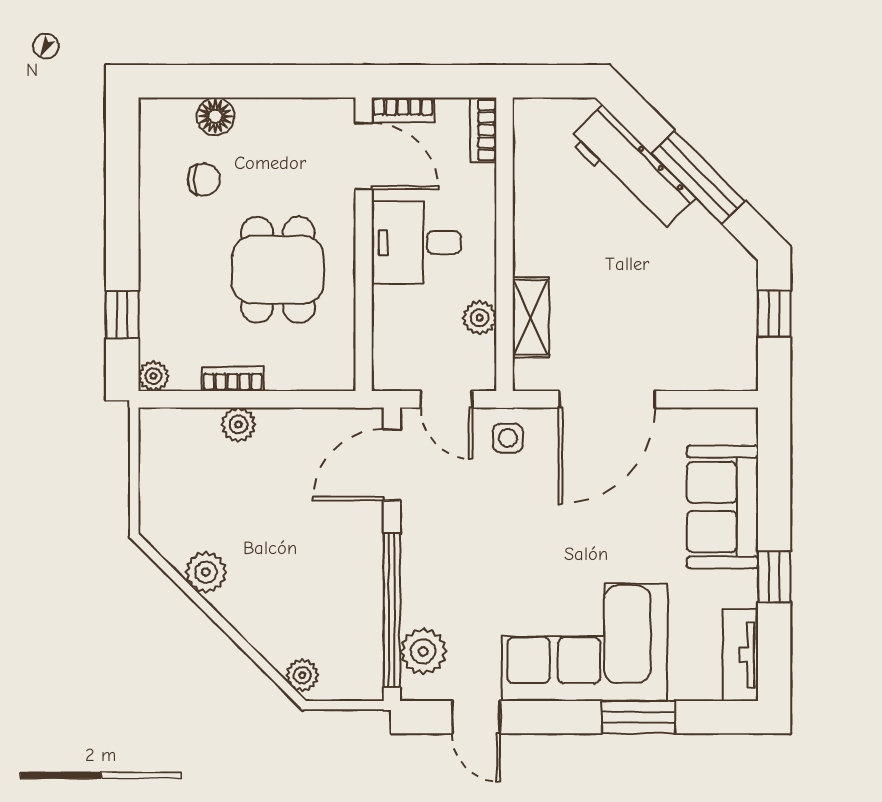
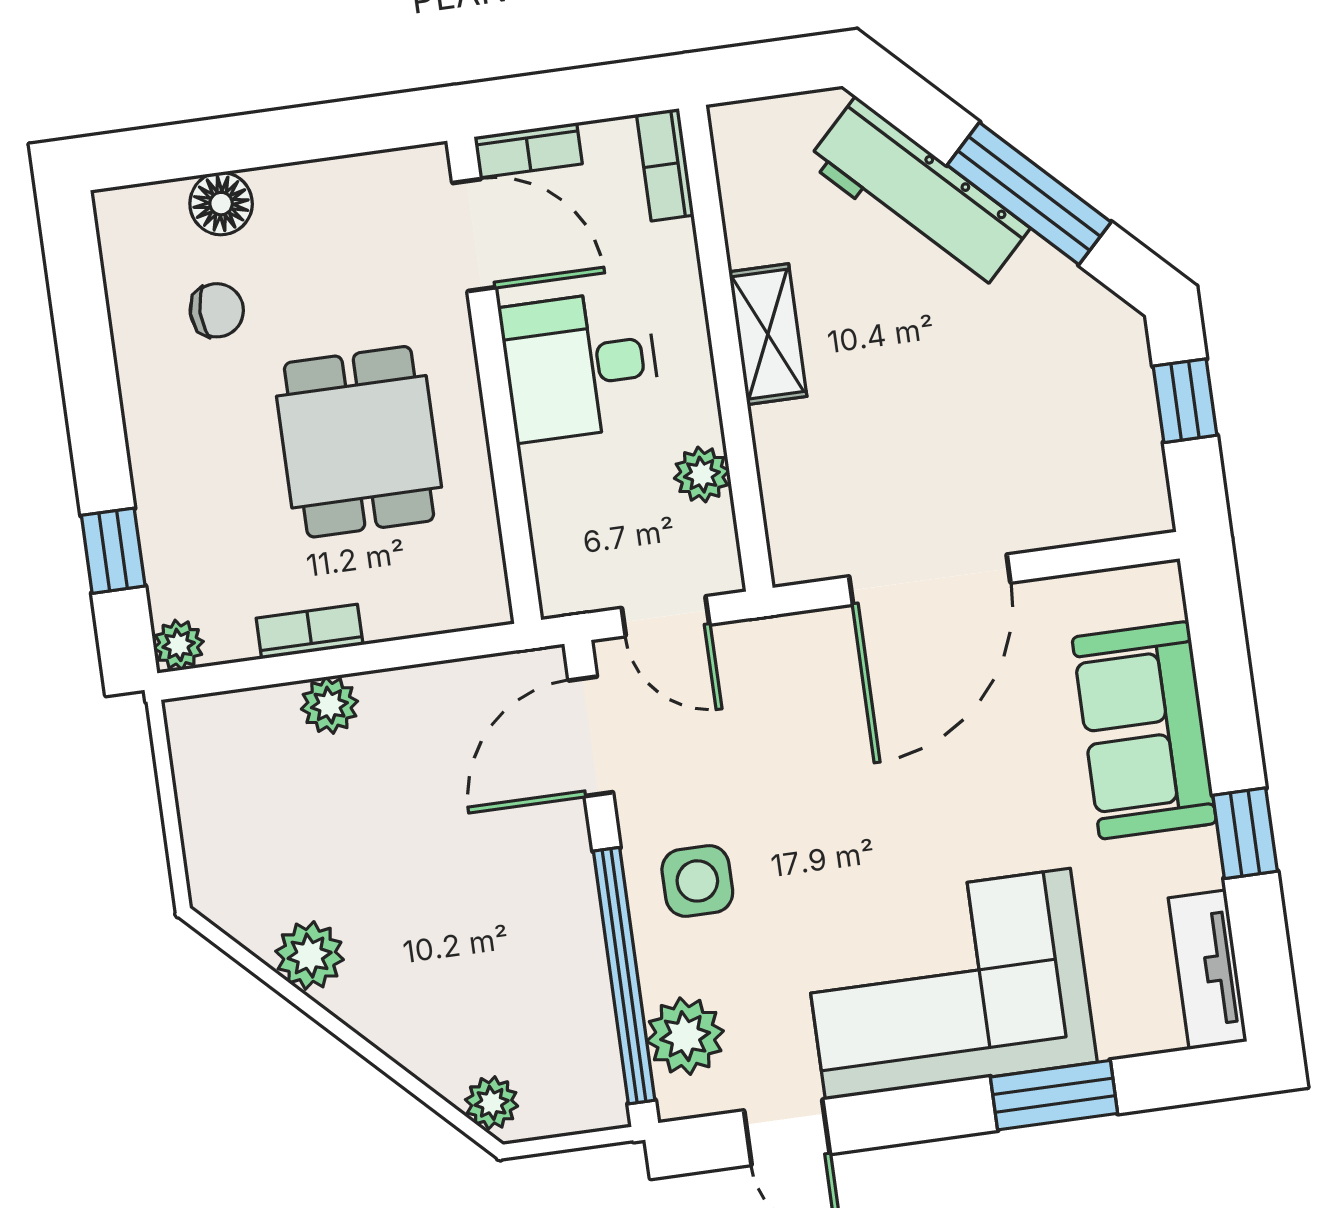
shelving: (531, 317) -> (768, 334), moved
side table: (508, 438) -> (697, 881), moved, width x1.37, depth x1.37

